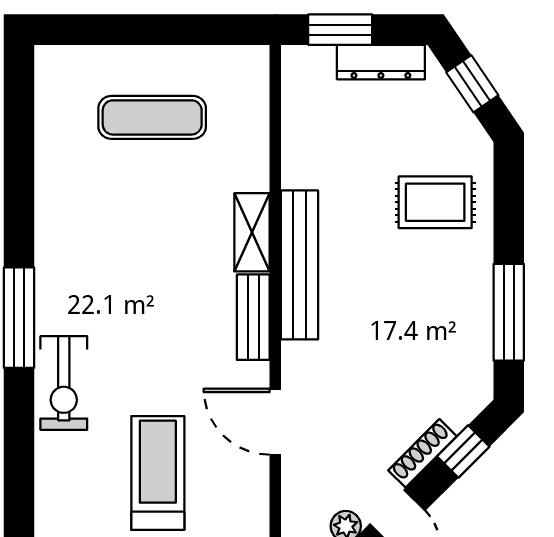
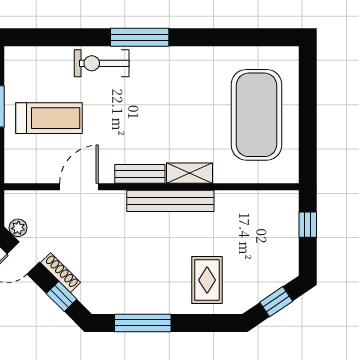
window: (340, 30) -> (308, 225), width x0.67
dresser: (381, 62) -> (289, 248), removed
exercise mat: (152, 117) -> (256, 115), width x2.00, depth x1.45

